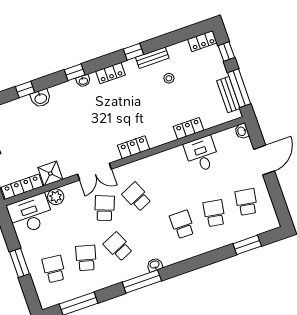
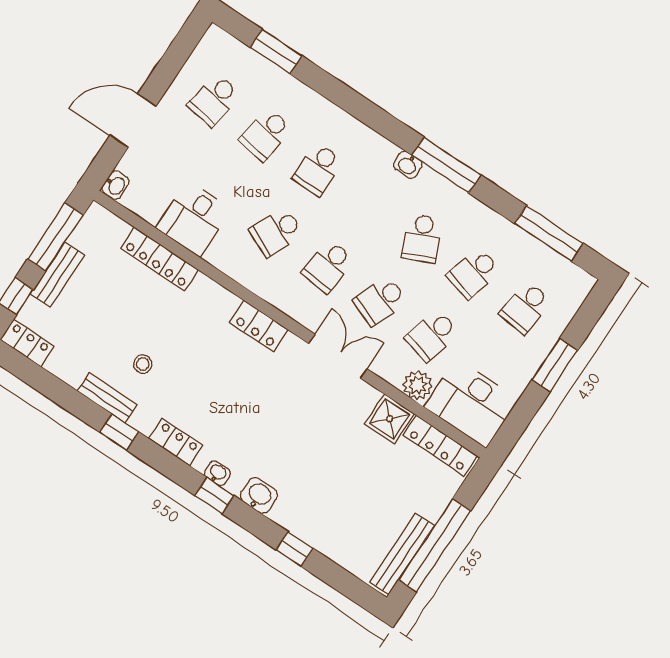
stool: (169, 78) -> (143, 364), moved
bench: (228, 95) -> (57, 275), moved
washbasin: (41, 98) -> (259, 495), moved
locker: (189, 128) -> (159, 259), width x1.53
school desk: (169, 186) -> (276, 232), added
school desk: (137, 197) -> (328, 266), turned 30
school desk: (73, 219) -> (432, 336), added

